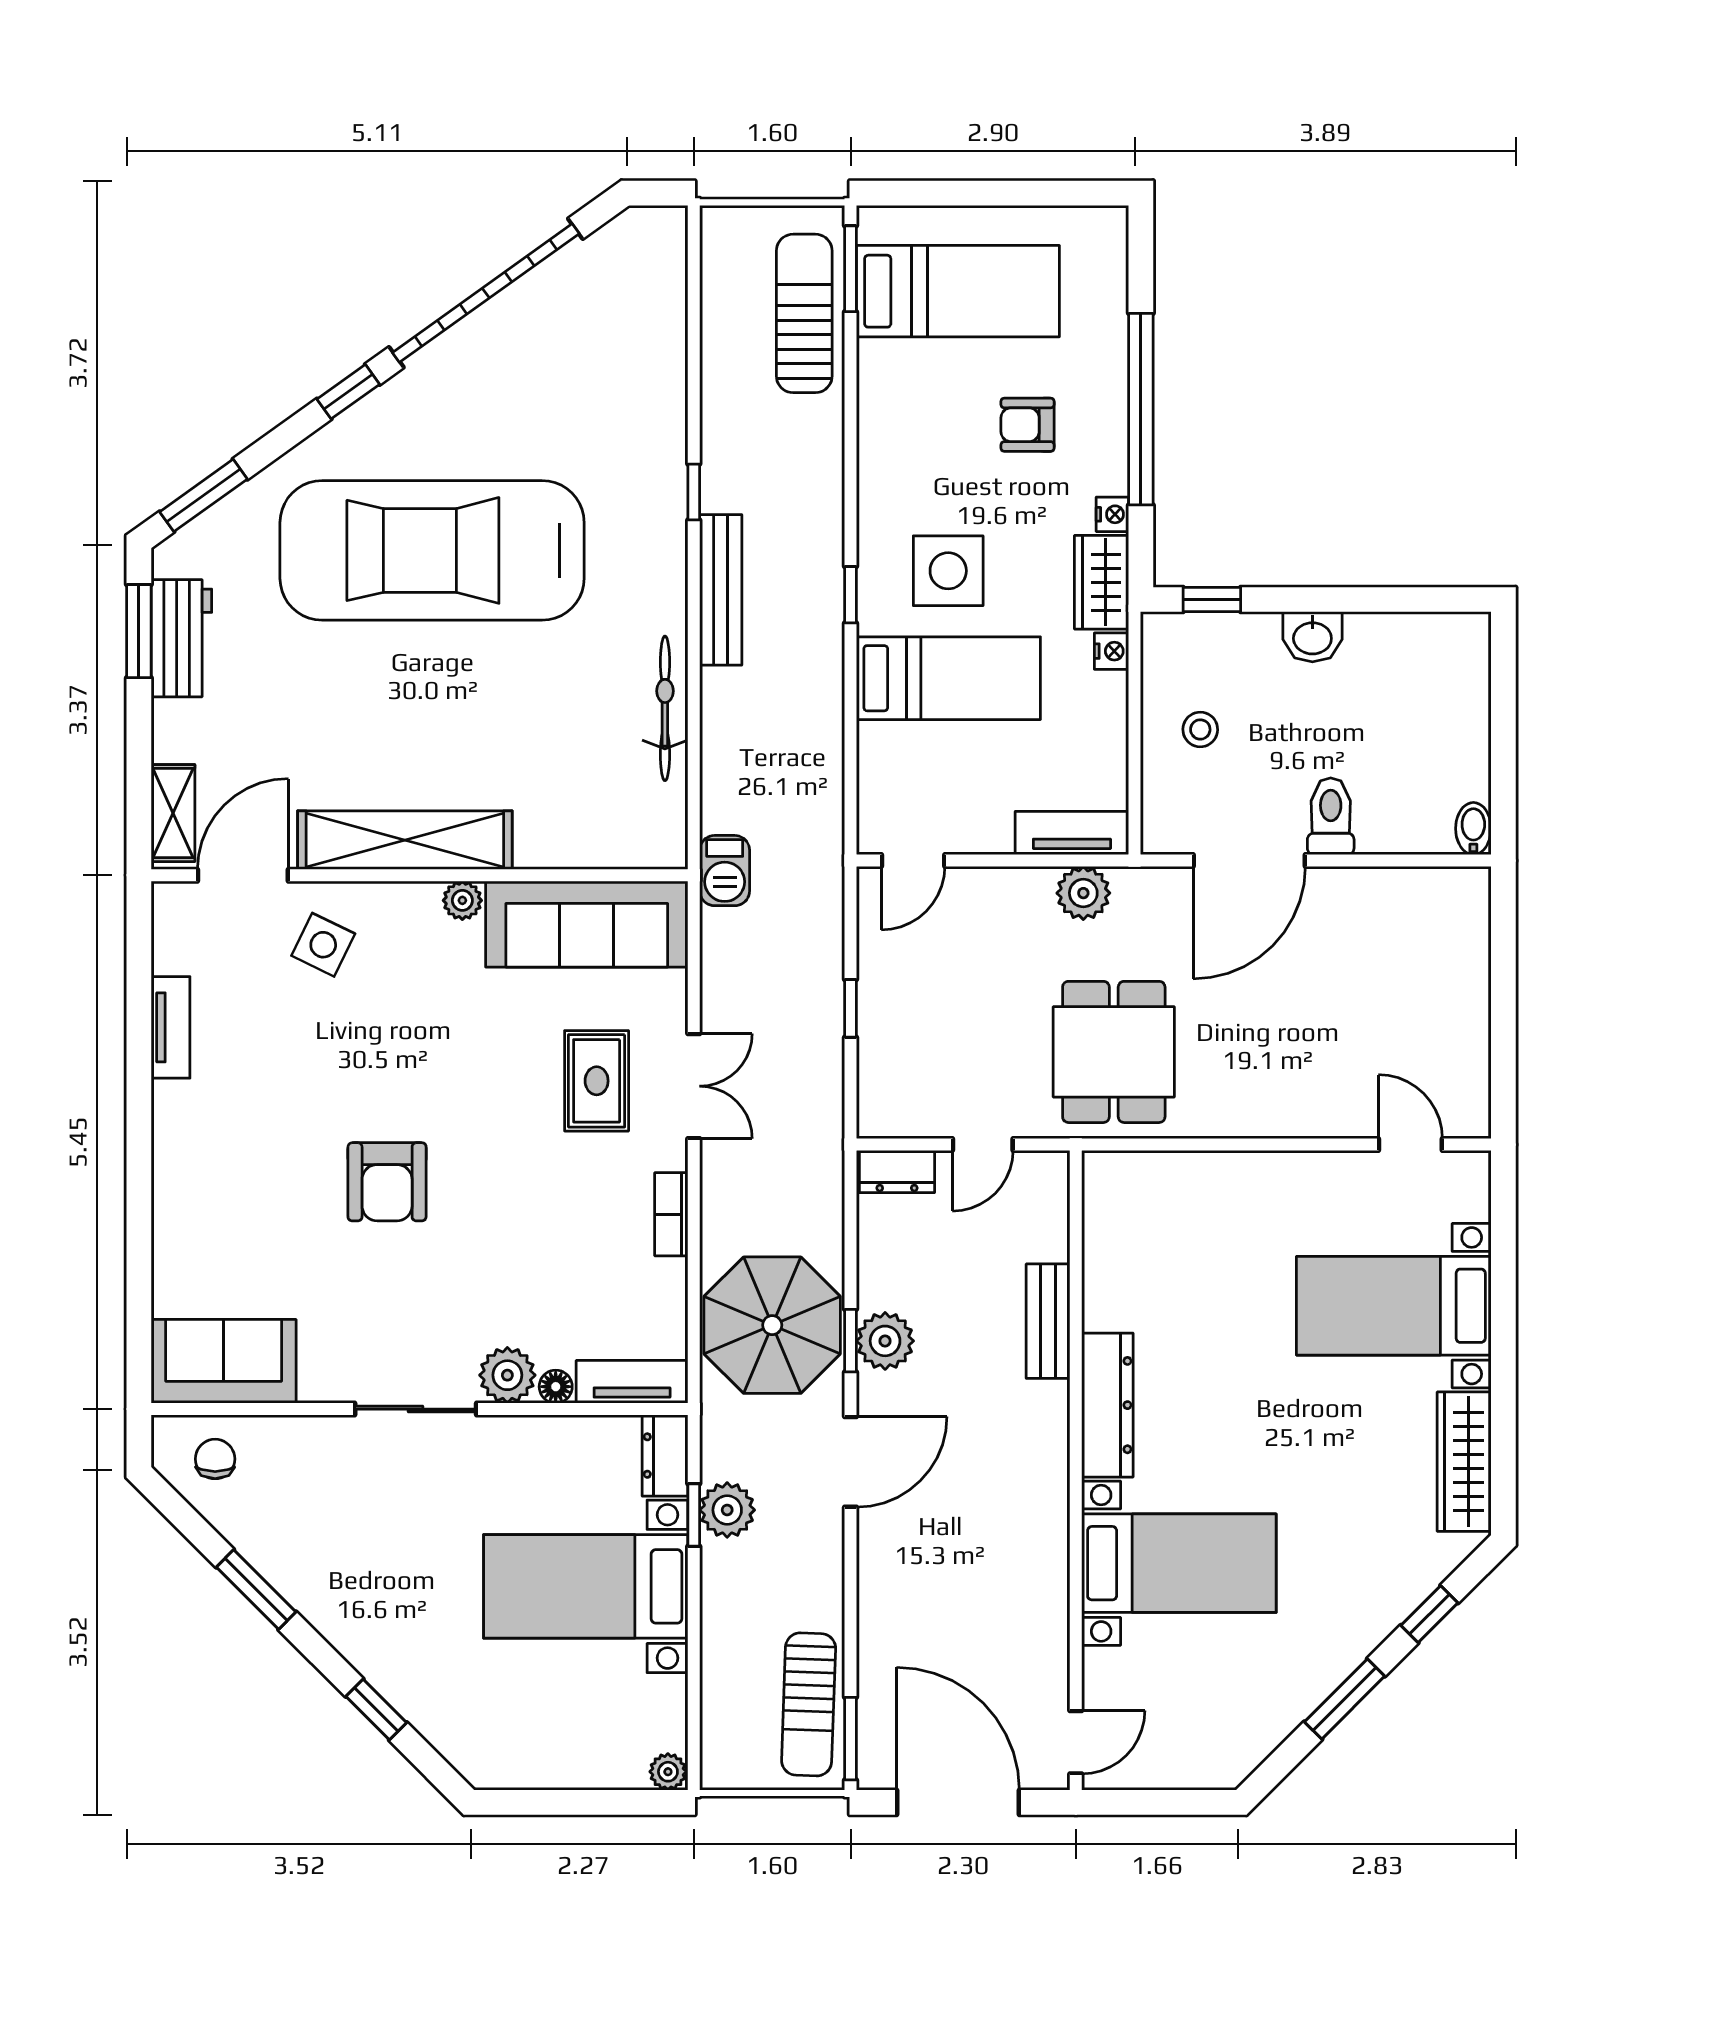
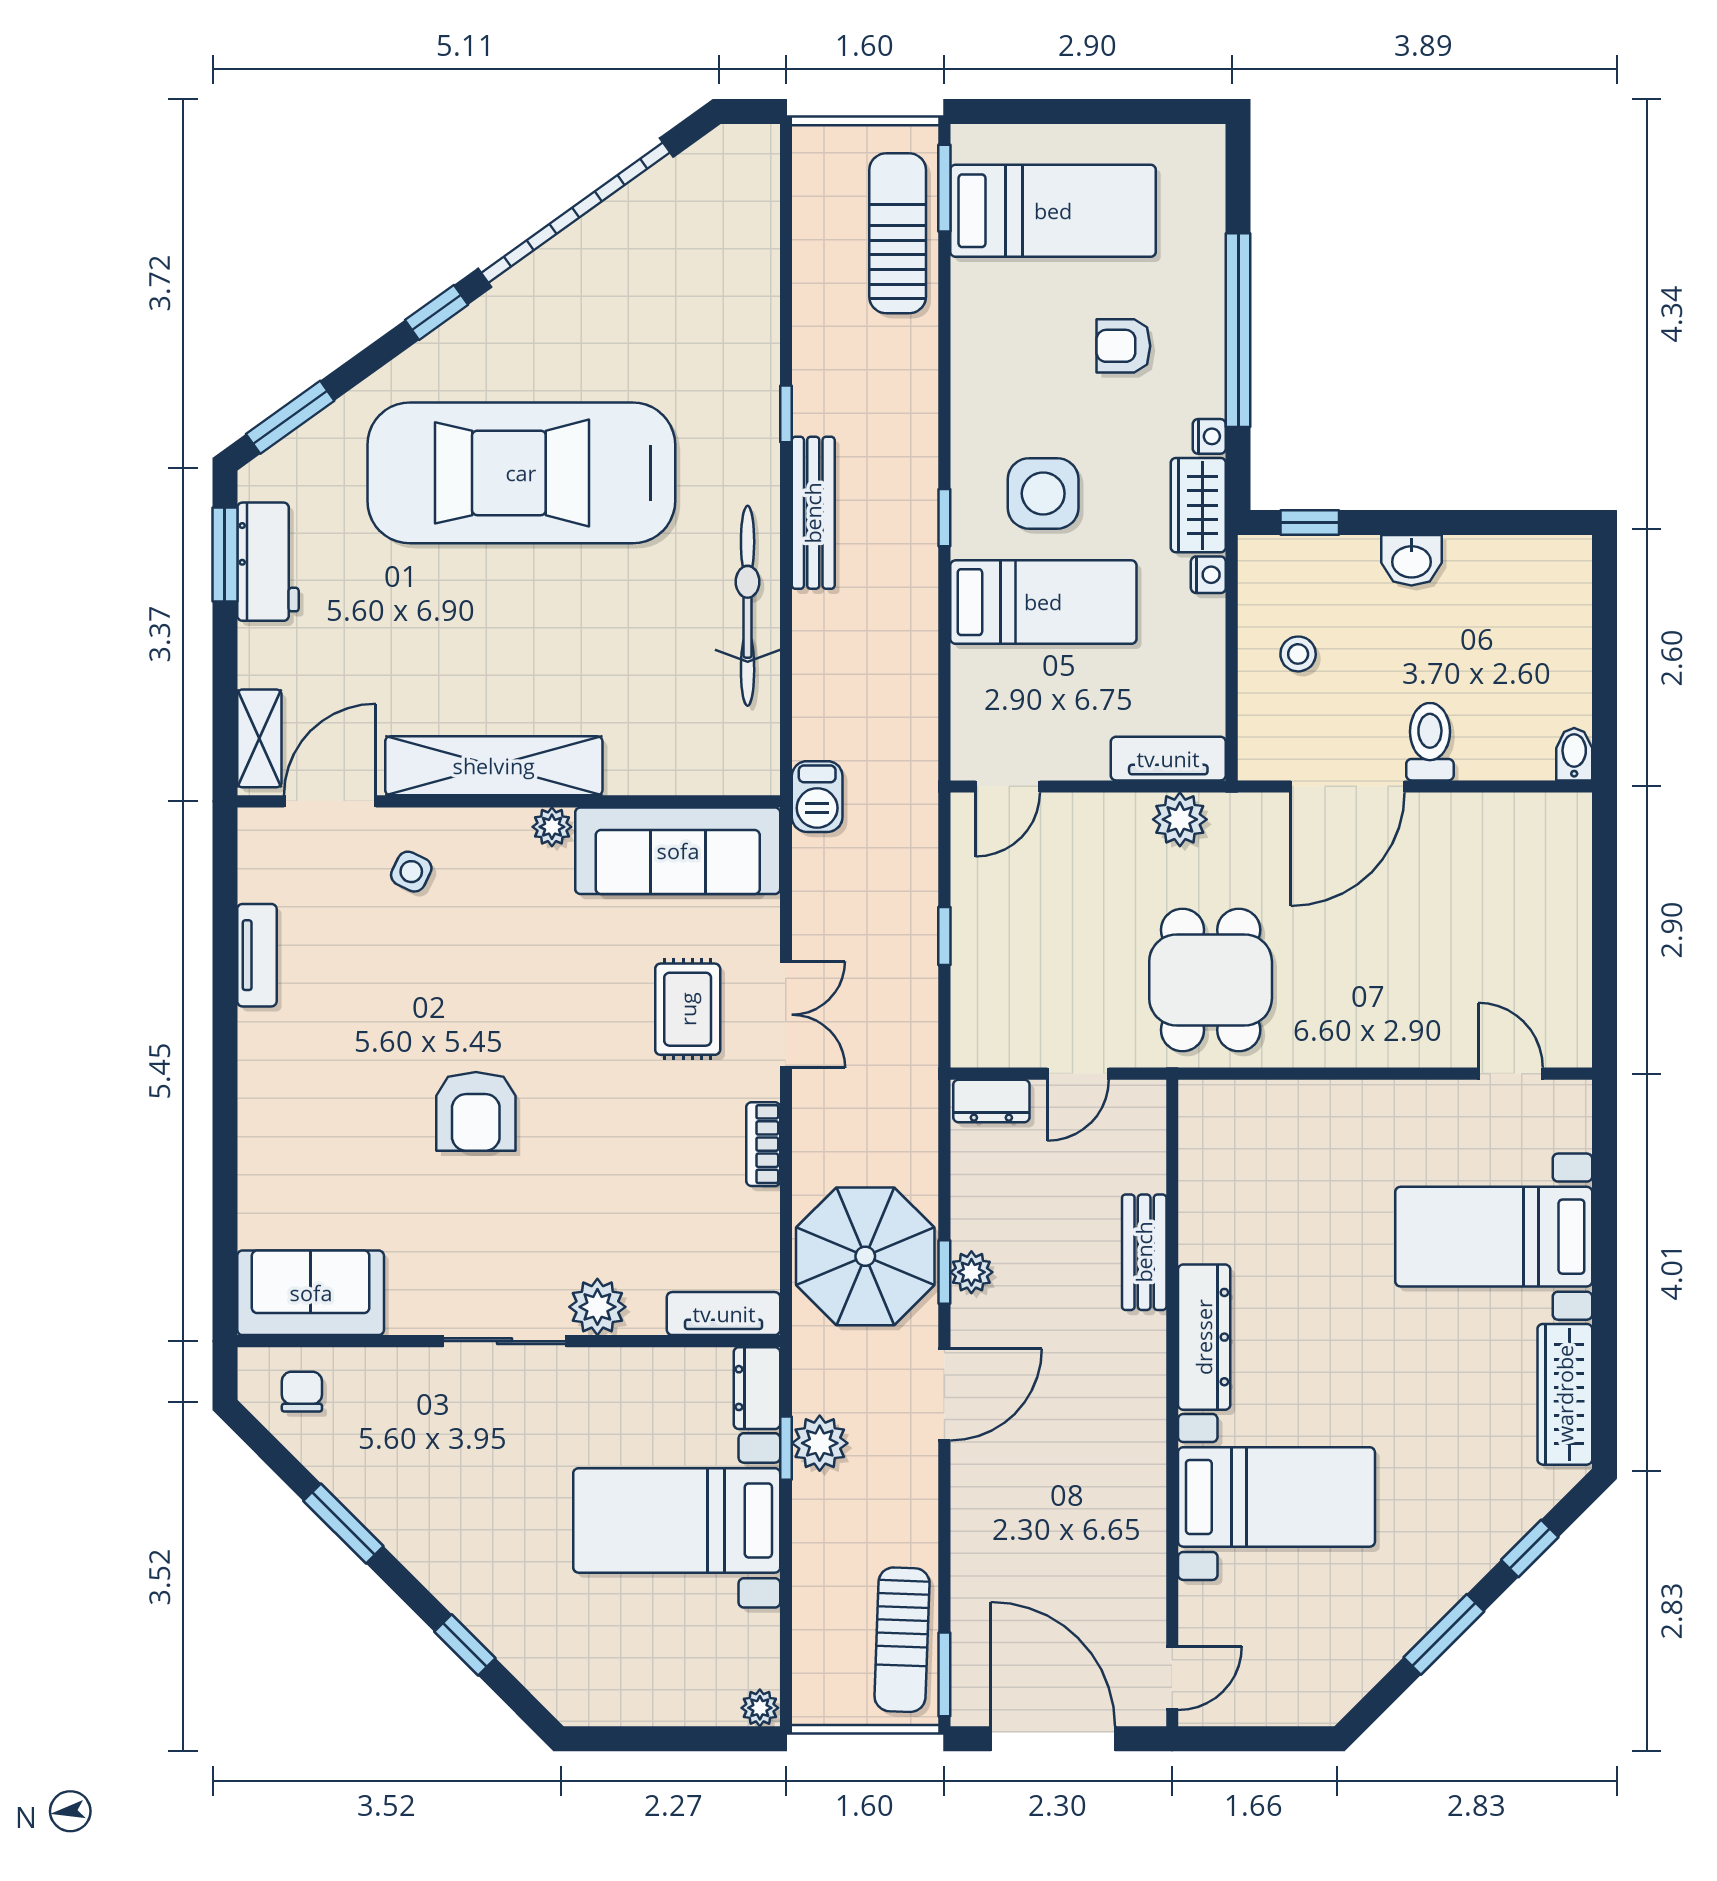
bicycle: (665, 708) -> (748, 606), width x1.37, depth x1.40
side table: (323, 945) -> (411, 872), width x0.73, depth x0.73
plant: (885, 1341) -> (971, 1272), width x0.73, depth x0.73
floor lamp: (556, 1387) -> (646, 1318), removed

